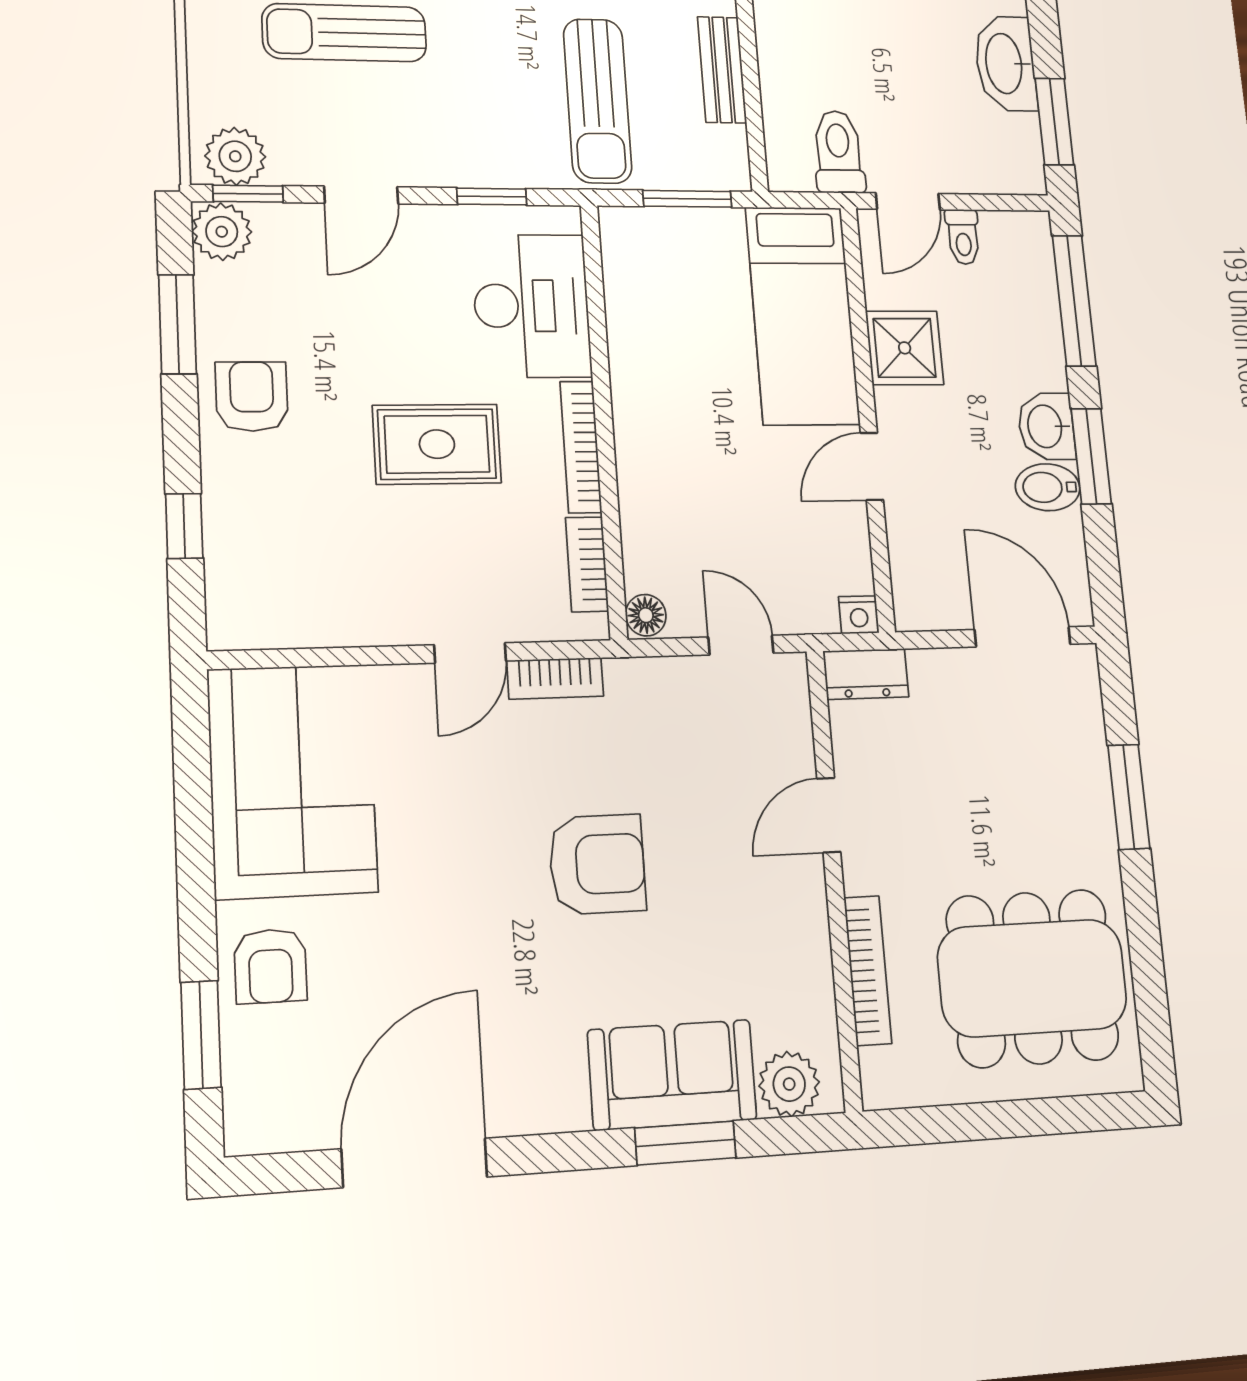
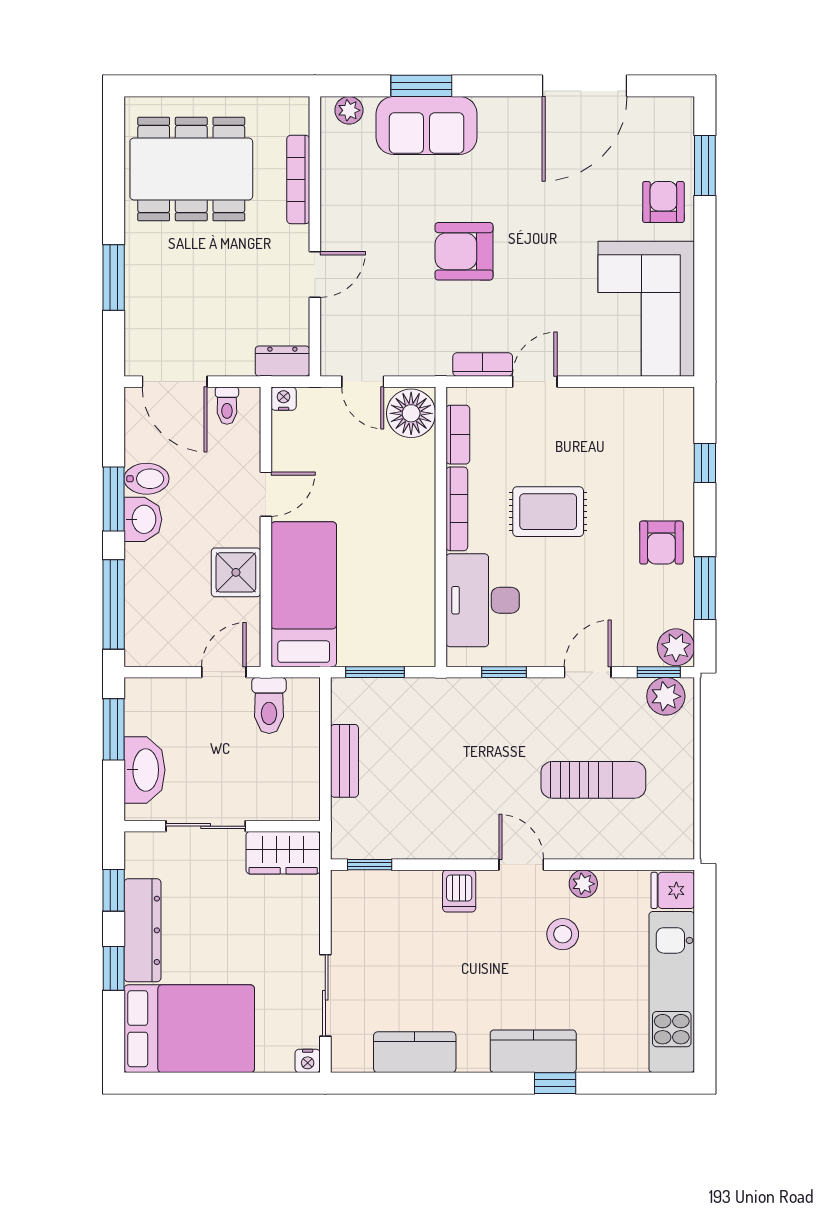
sun lounger: (598, 101) -> (430, 738), removed
toilet: (963, 237) -> (227, 406), moved, turned 180
floor lamp: (646, 615) -> (411, 413), width x1.89, depth x1.89
plant: (789, 1084) -> (349, 110), width x0.73, depth x0.73

